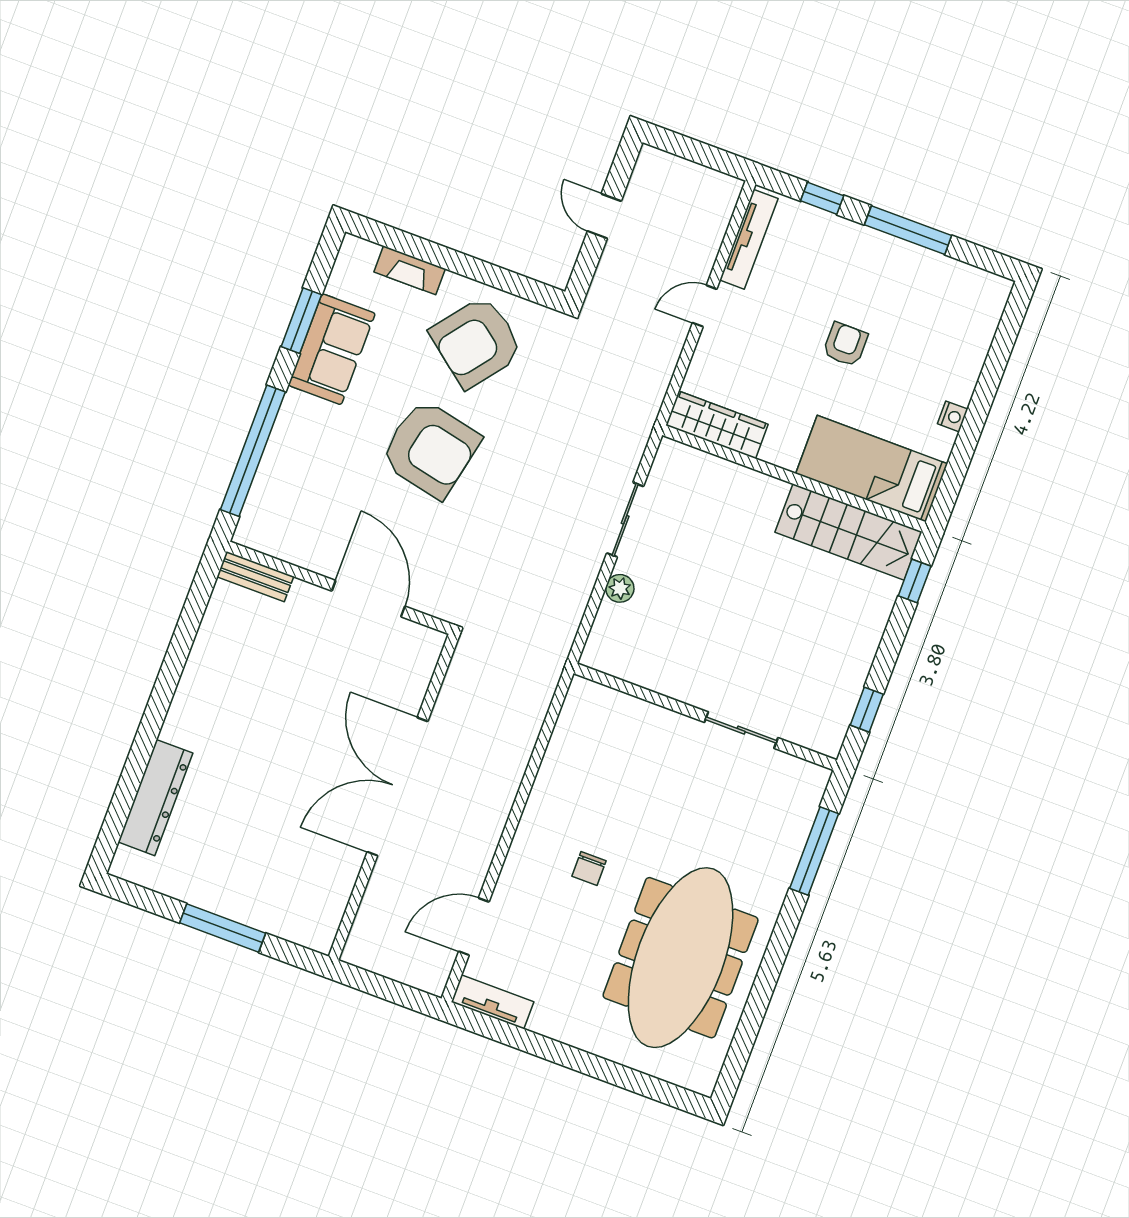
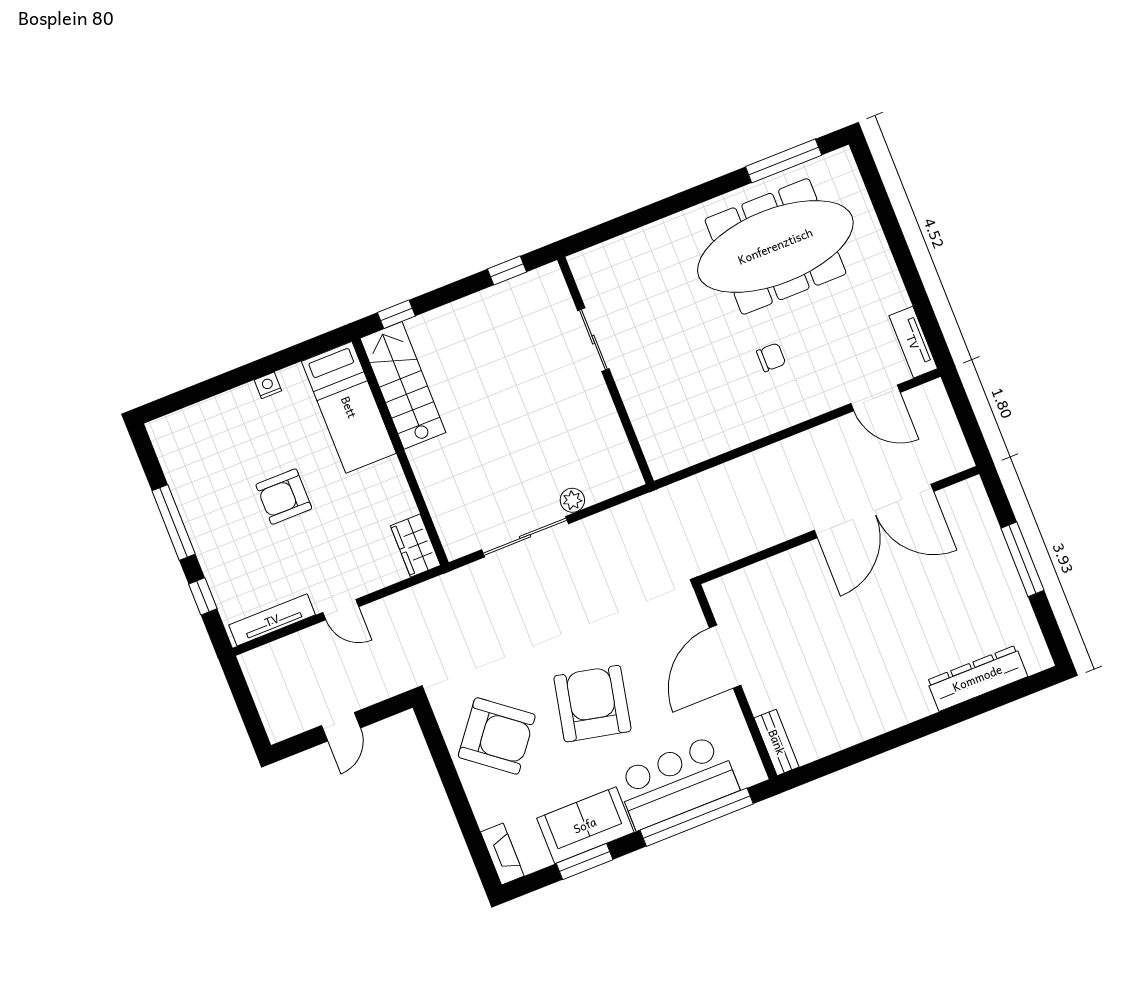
fireplace: (410, 270) -> (502, 854), moved
armchair: (845, 344) -> (284, 497), width x1.38, depth x1.38
wardrobe: (717, 425) -> (415, 546), width x0.67
bar counter: (298, 461) -> (677, 782), added
sliding door: (625, 520) -> (525, 537), width x1.37
double door: (397, 787) -> (874, 511), moved
window: (814, 851) -> (784, 161), moved

